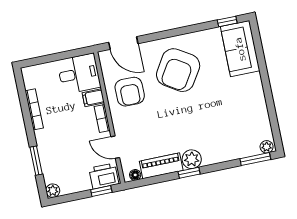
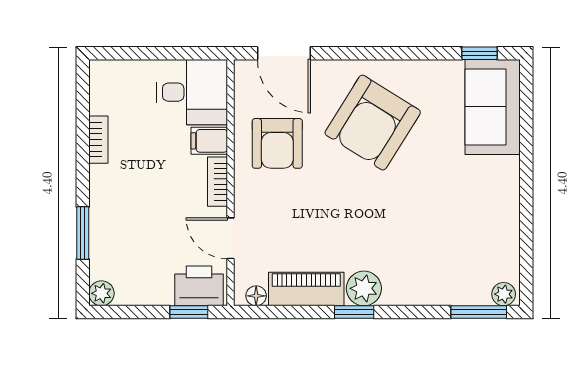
bookcase: (34, 109) -> (98, 140), width x0.64

